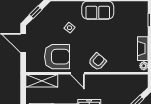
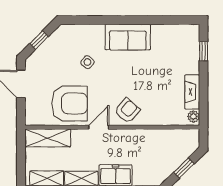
door: (77, 73) -> (99, 127), swing flipped

